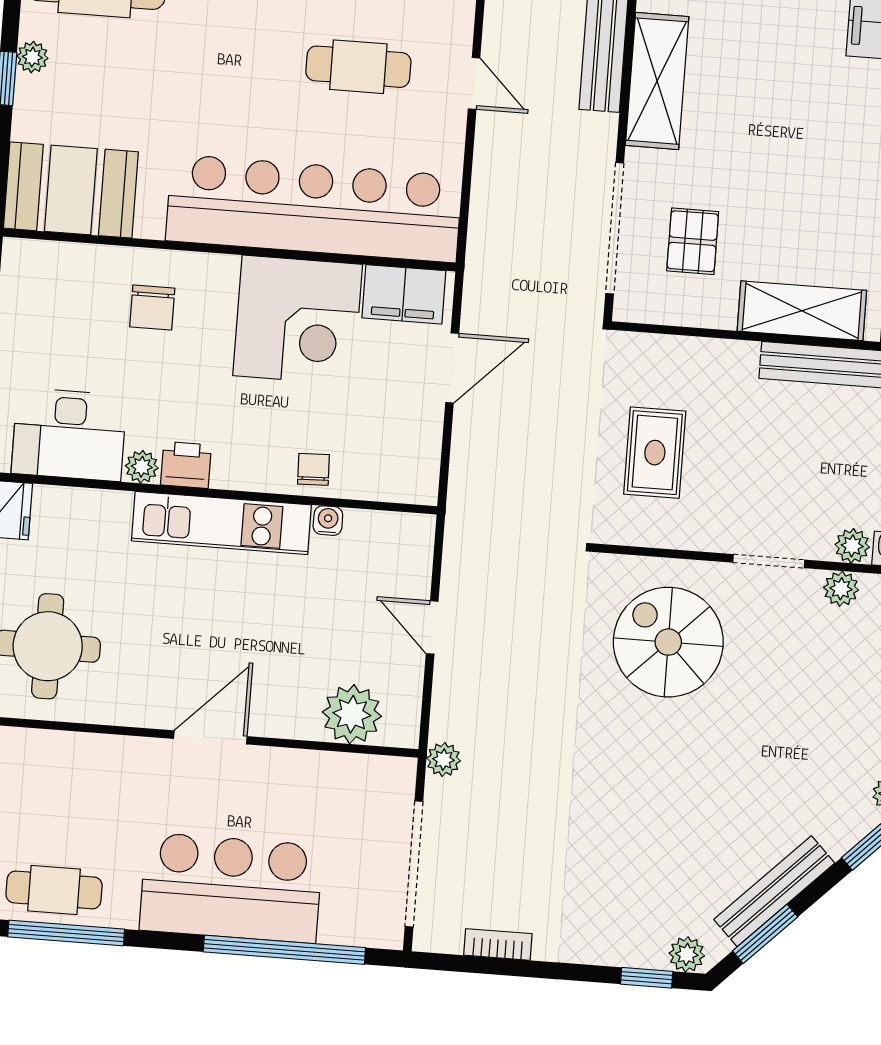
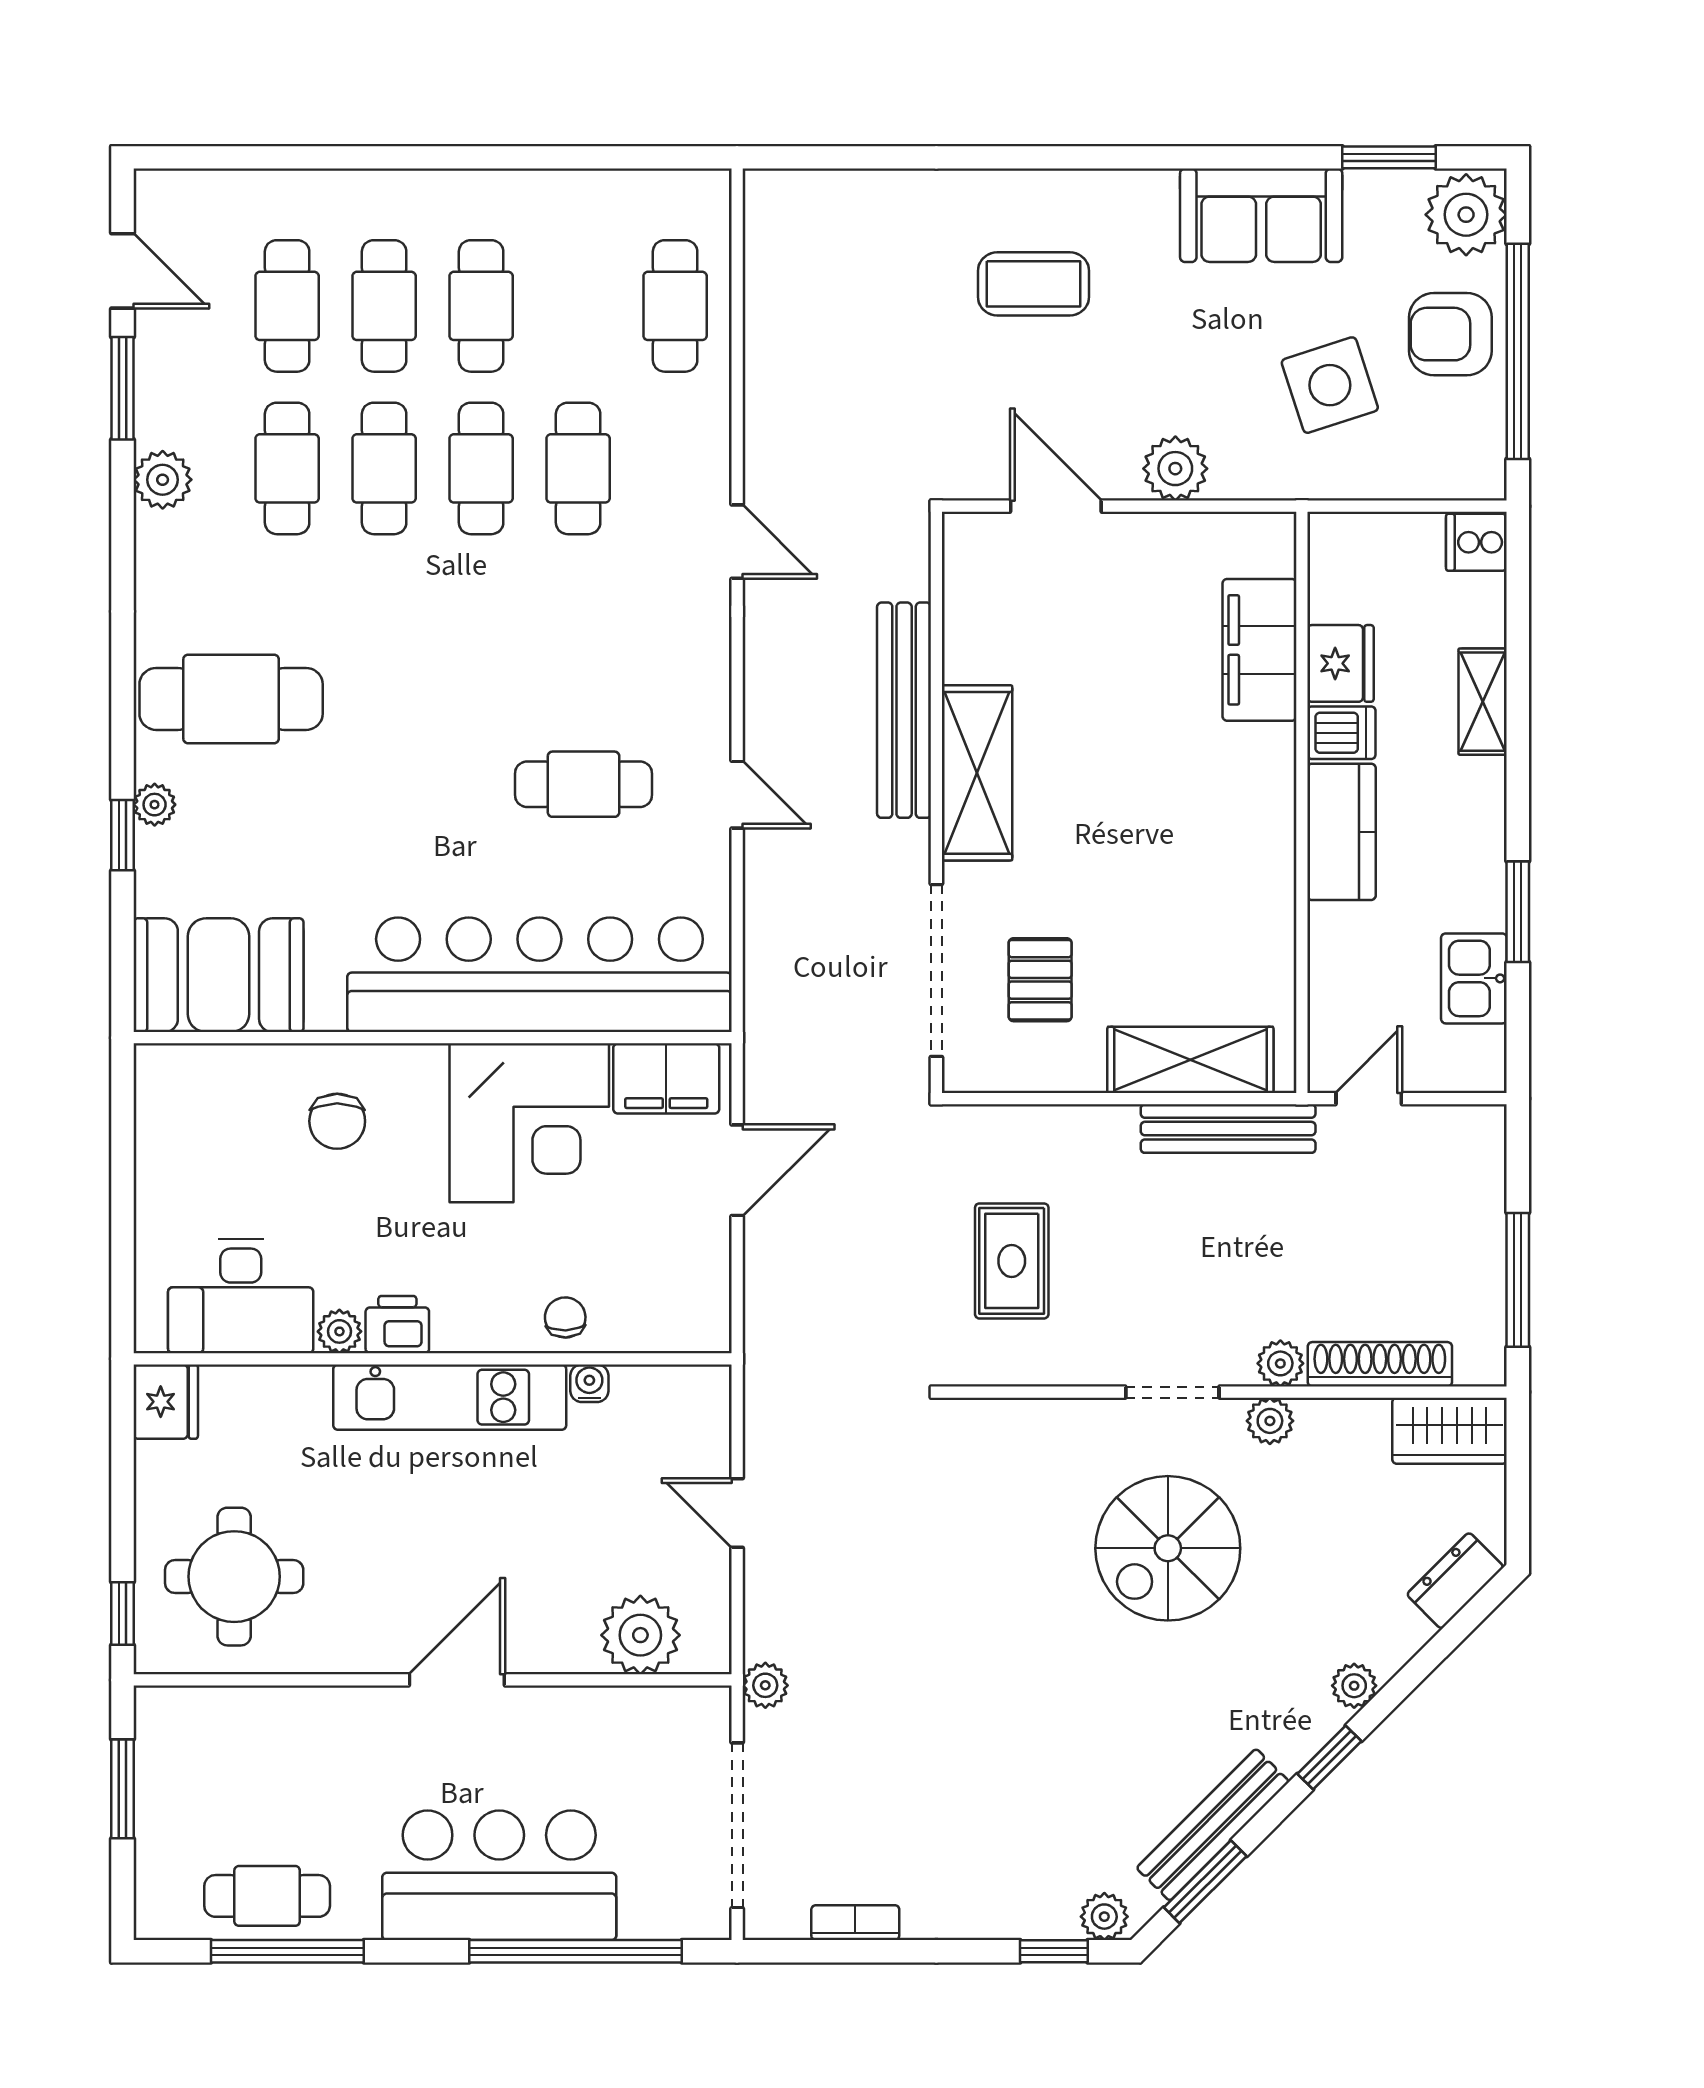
spiral stairs: (668, 642) -> (1168, 1548), moved, turned -90

